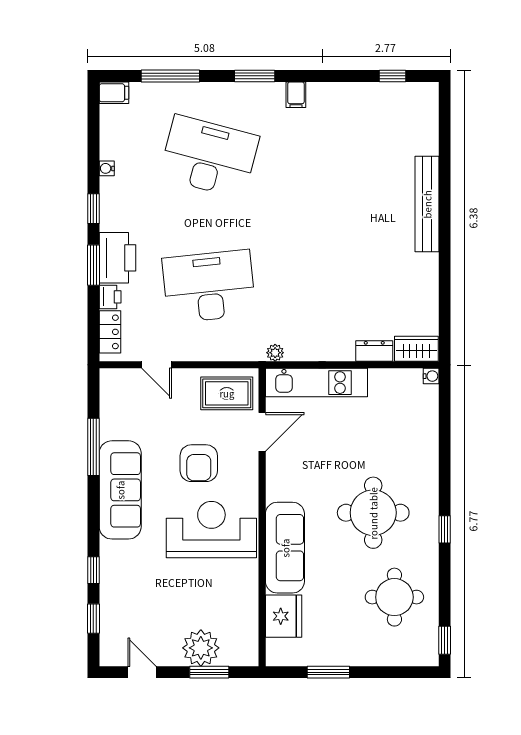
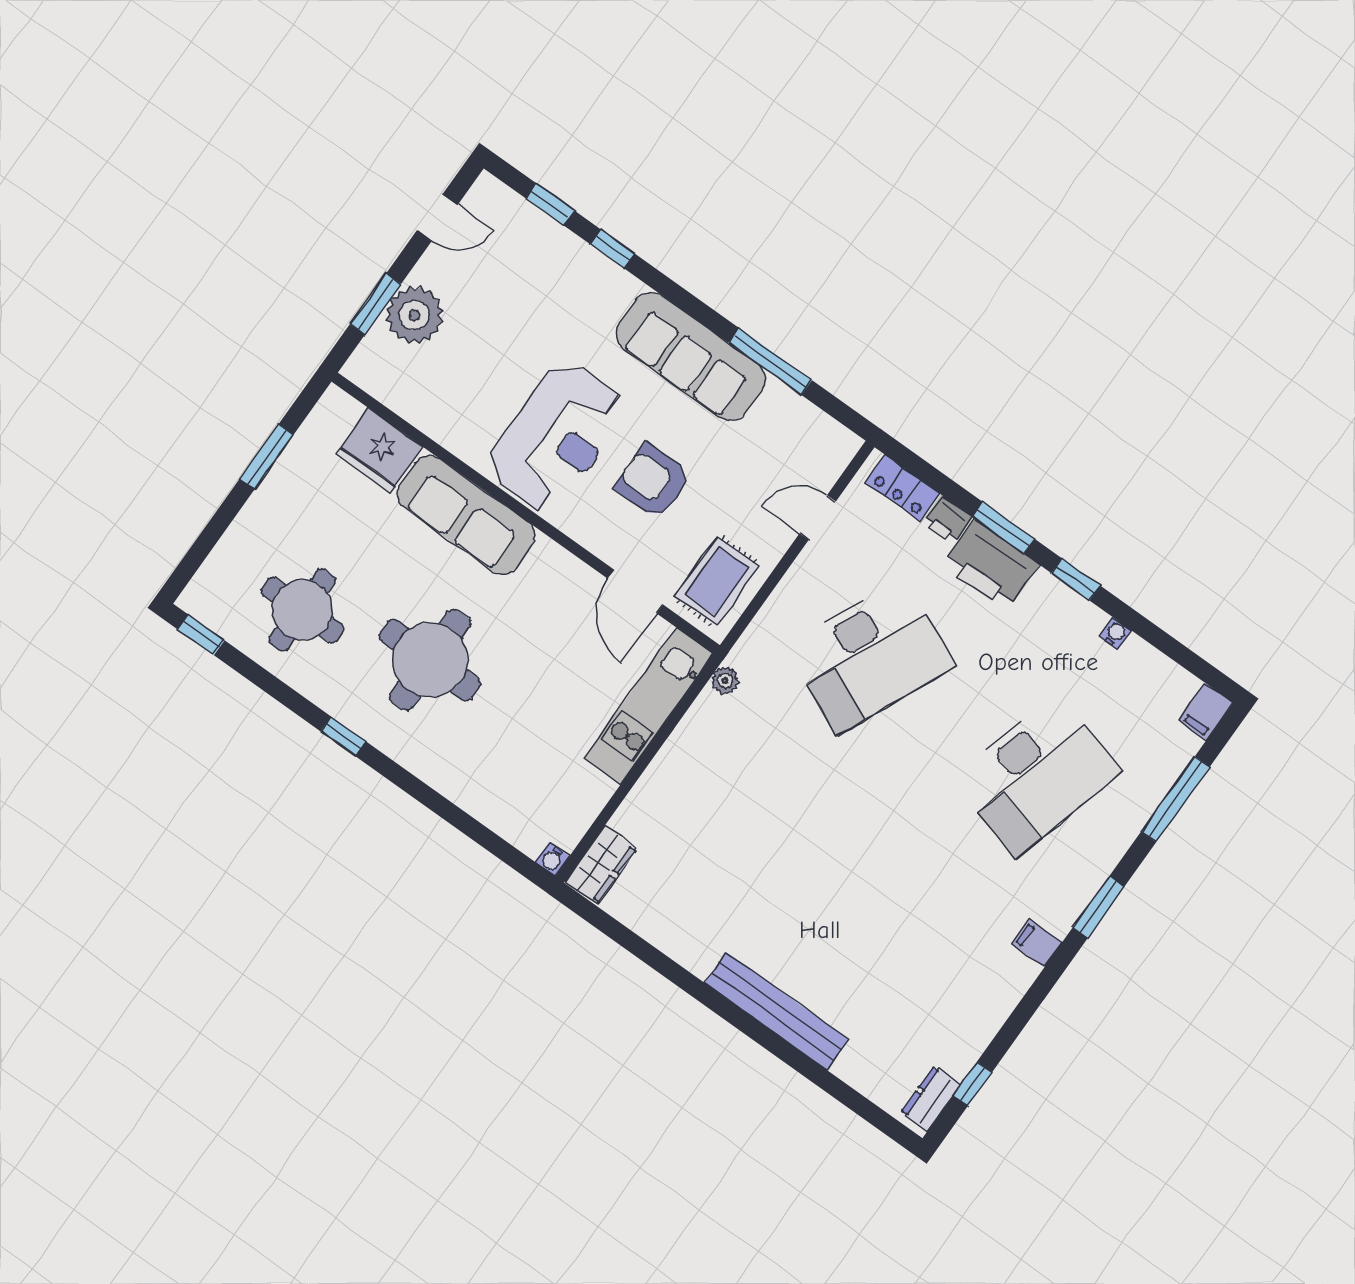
desk: (209, 286) -> (870, 656), turned 30
dresser: (374, 351) -> (931, 1099), moved, turned 180

